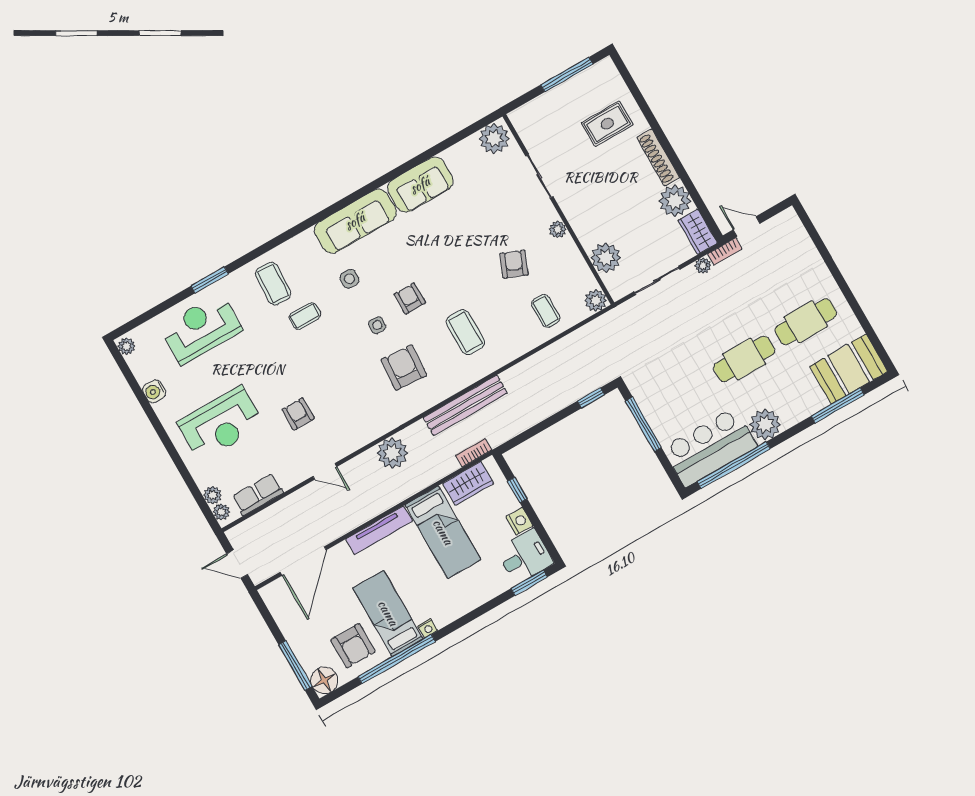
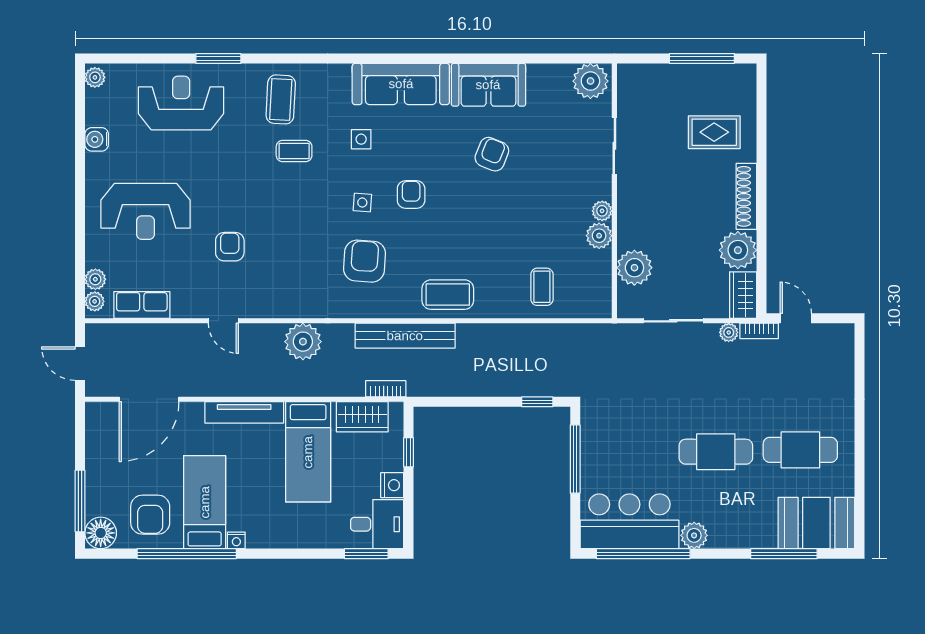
armchair: (514, 264) -> (492, 154), moved
plant: (596, 301) -> (599, 236), moved
coffee table: (465, 332) -> (448, 295), moved, turned 90
plant: (765, 424) -> (694, 535), width x0.73, depth x0.73

